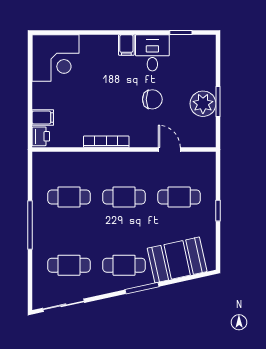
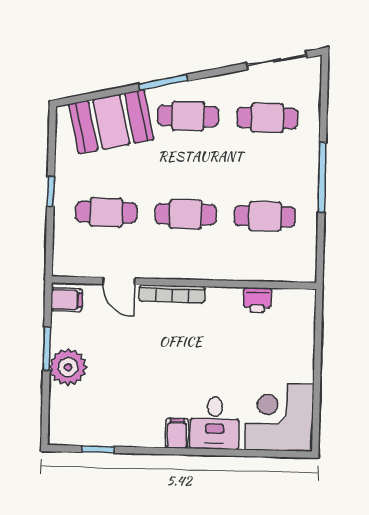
desk: (152, 53) -> (215, 423), moved
chair: (152, 99) -> (141, 354), removed
plant: (203, 104) -> (68, 367), moved
filing cabinet: (43, 118) -> (66, 300), moved, turned 180
printer: (41, 136) -> (257, 300), moved, turned -90
bookcase: (106, 142) -> (172, 294), moved

